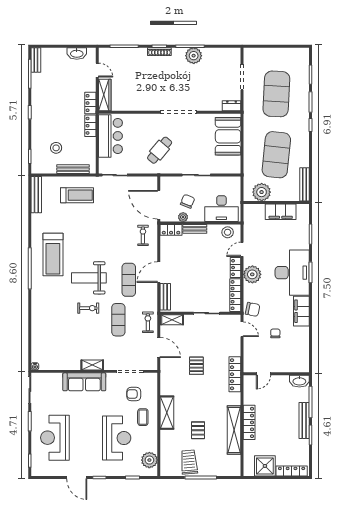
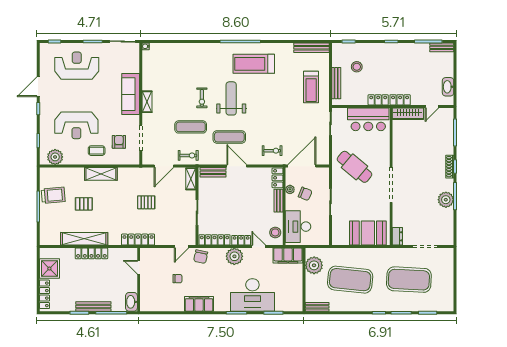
cafe table: (160, 150) -> (355, 167), width x1.37, depth x1.35
bench: (305, 184) -> (317, 307), width x0.73
filing cabinet: (281, 212) -> (288, 256), moved, turned -90
desk: (292, 273) -> (252, 295), moved

